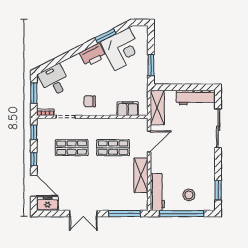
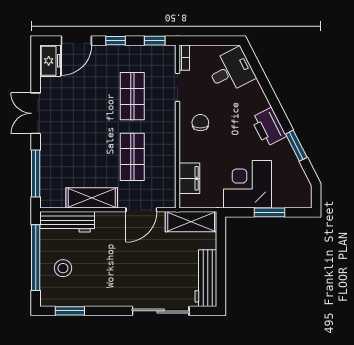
corner desk: (122, 49) -> (248, 184), moved, turned 117
window: (151, 65) -> (270, 212), moved
window: (34, 93) -> (212, 41), removed
door: (149, 141) -> (141, 210), hinge flipped

